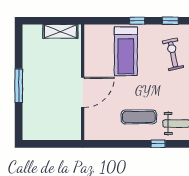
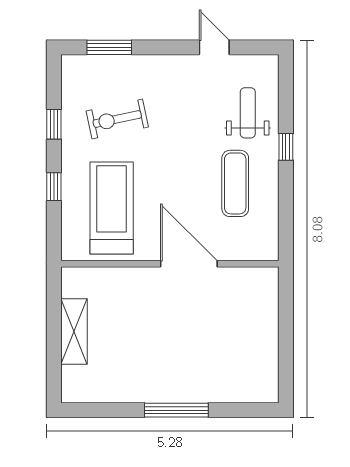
treadmill: (126, 51) -> (112, 208), turned -90
wall: (83, 82) -> (170, 264), moved
door: (83, 92) -> (189, 264), moved

